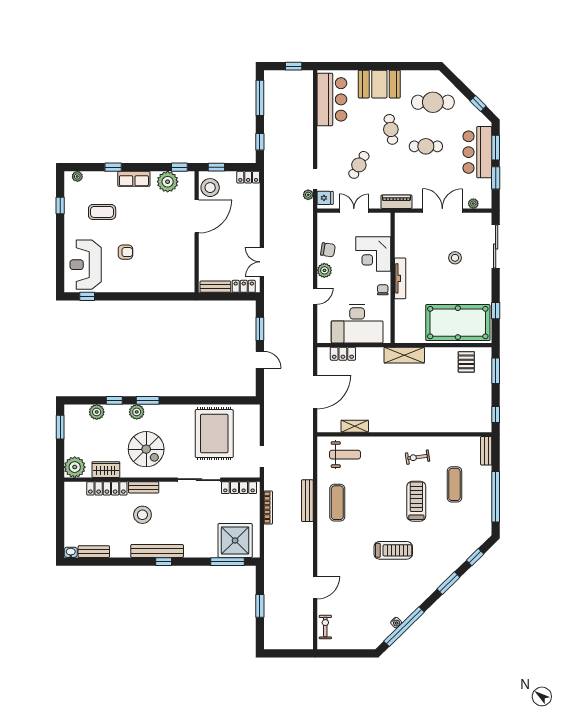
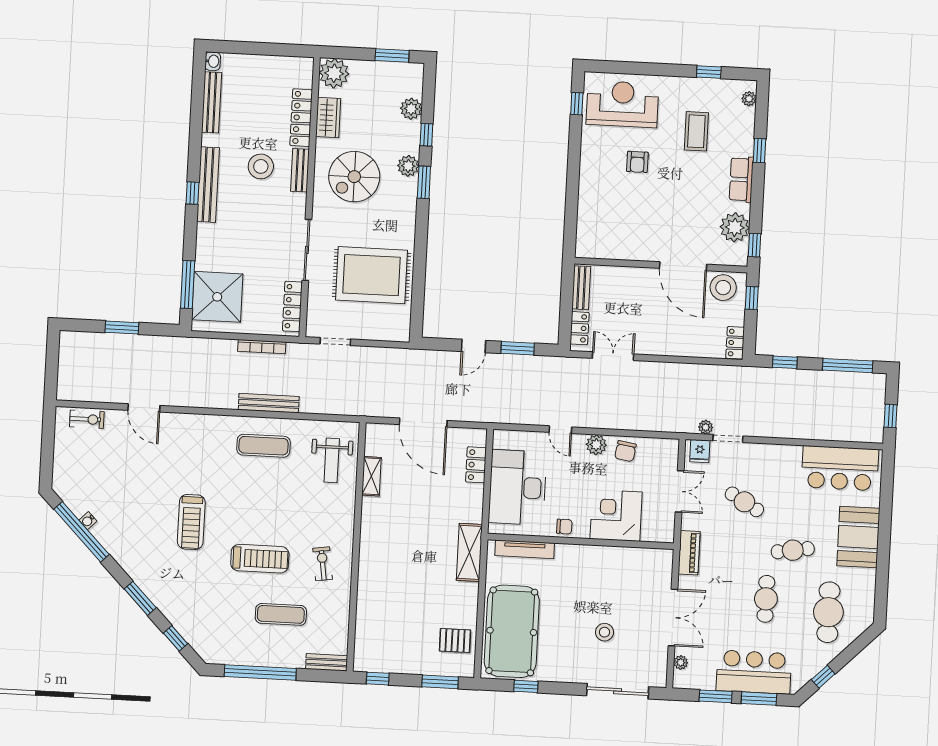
tv unit: (400, 278) -> (525, 549), moved
bench: (94, 552) -> (211, 102), width x1.36

